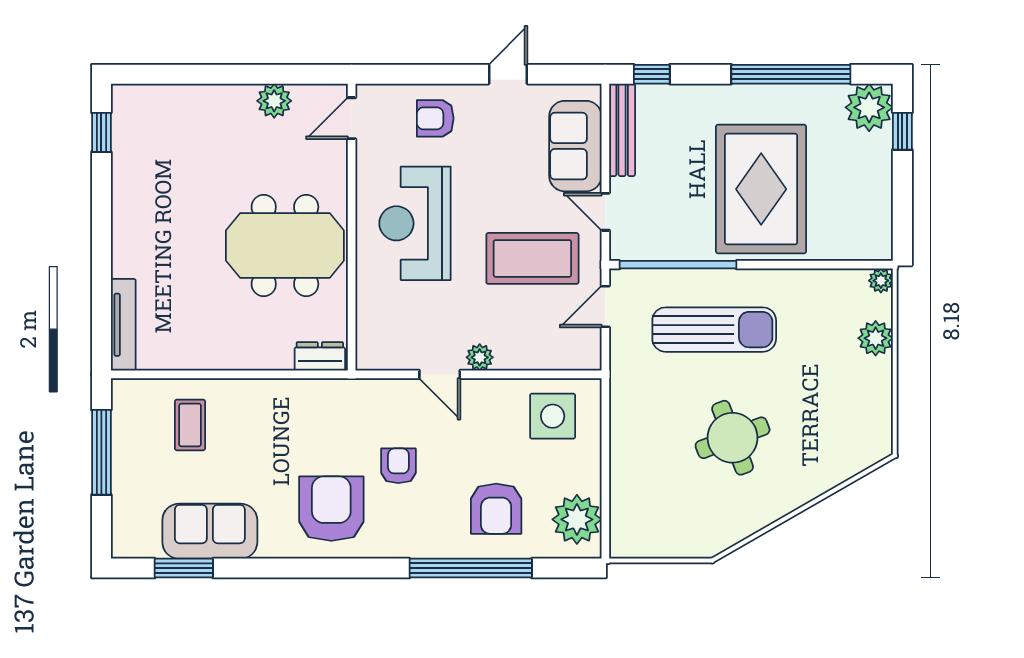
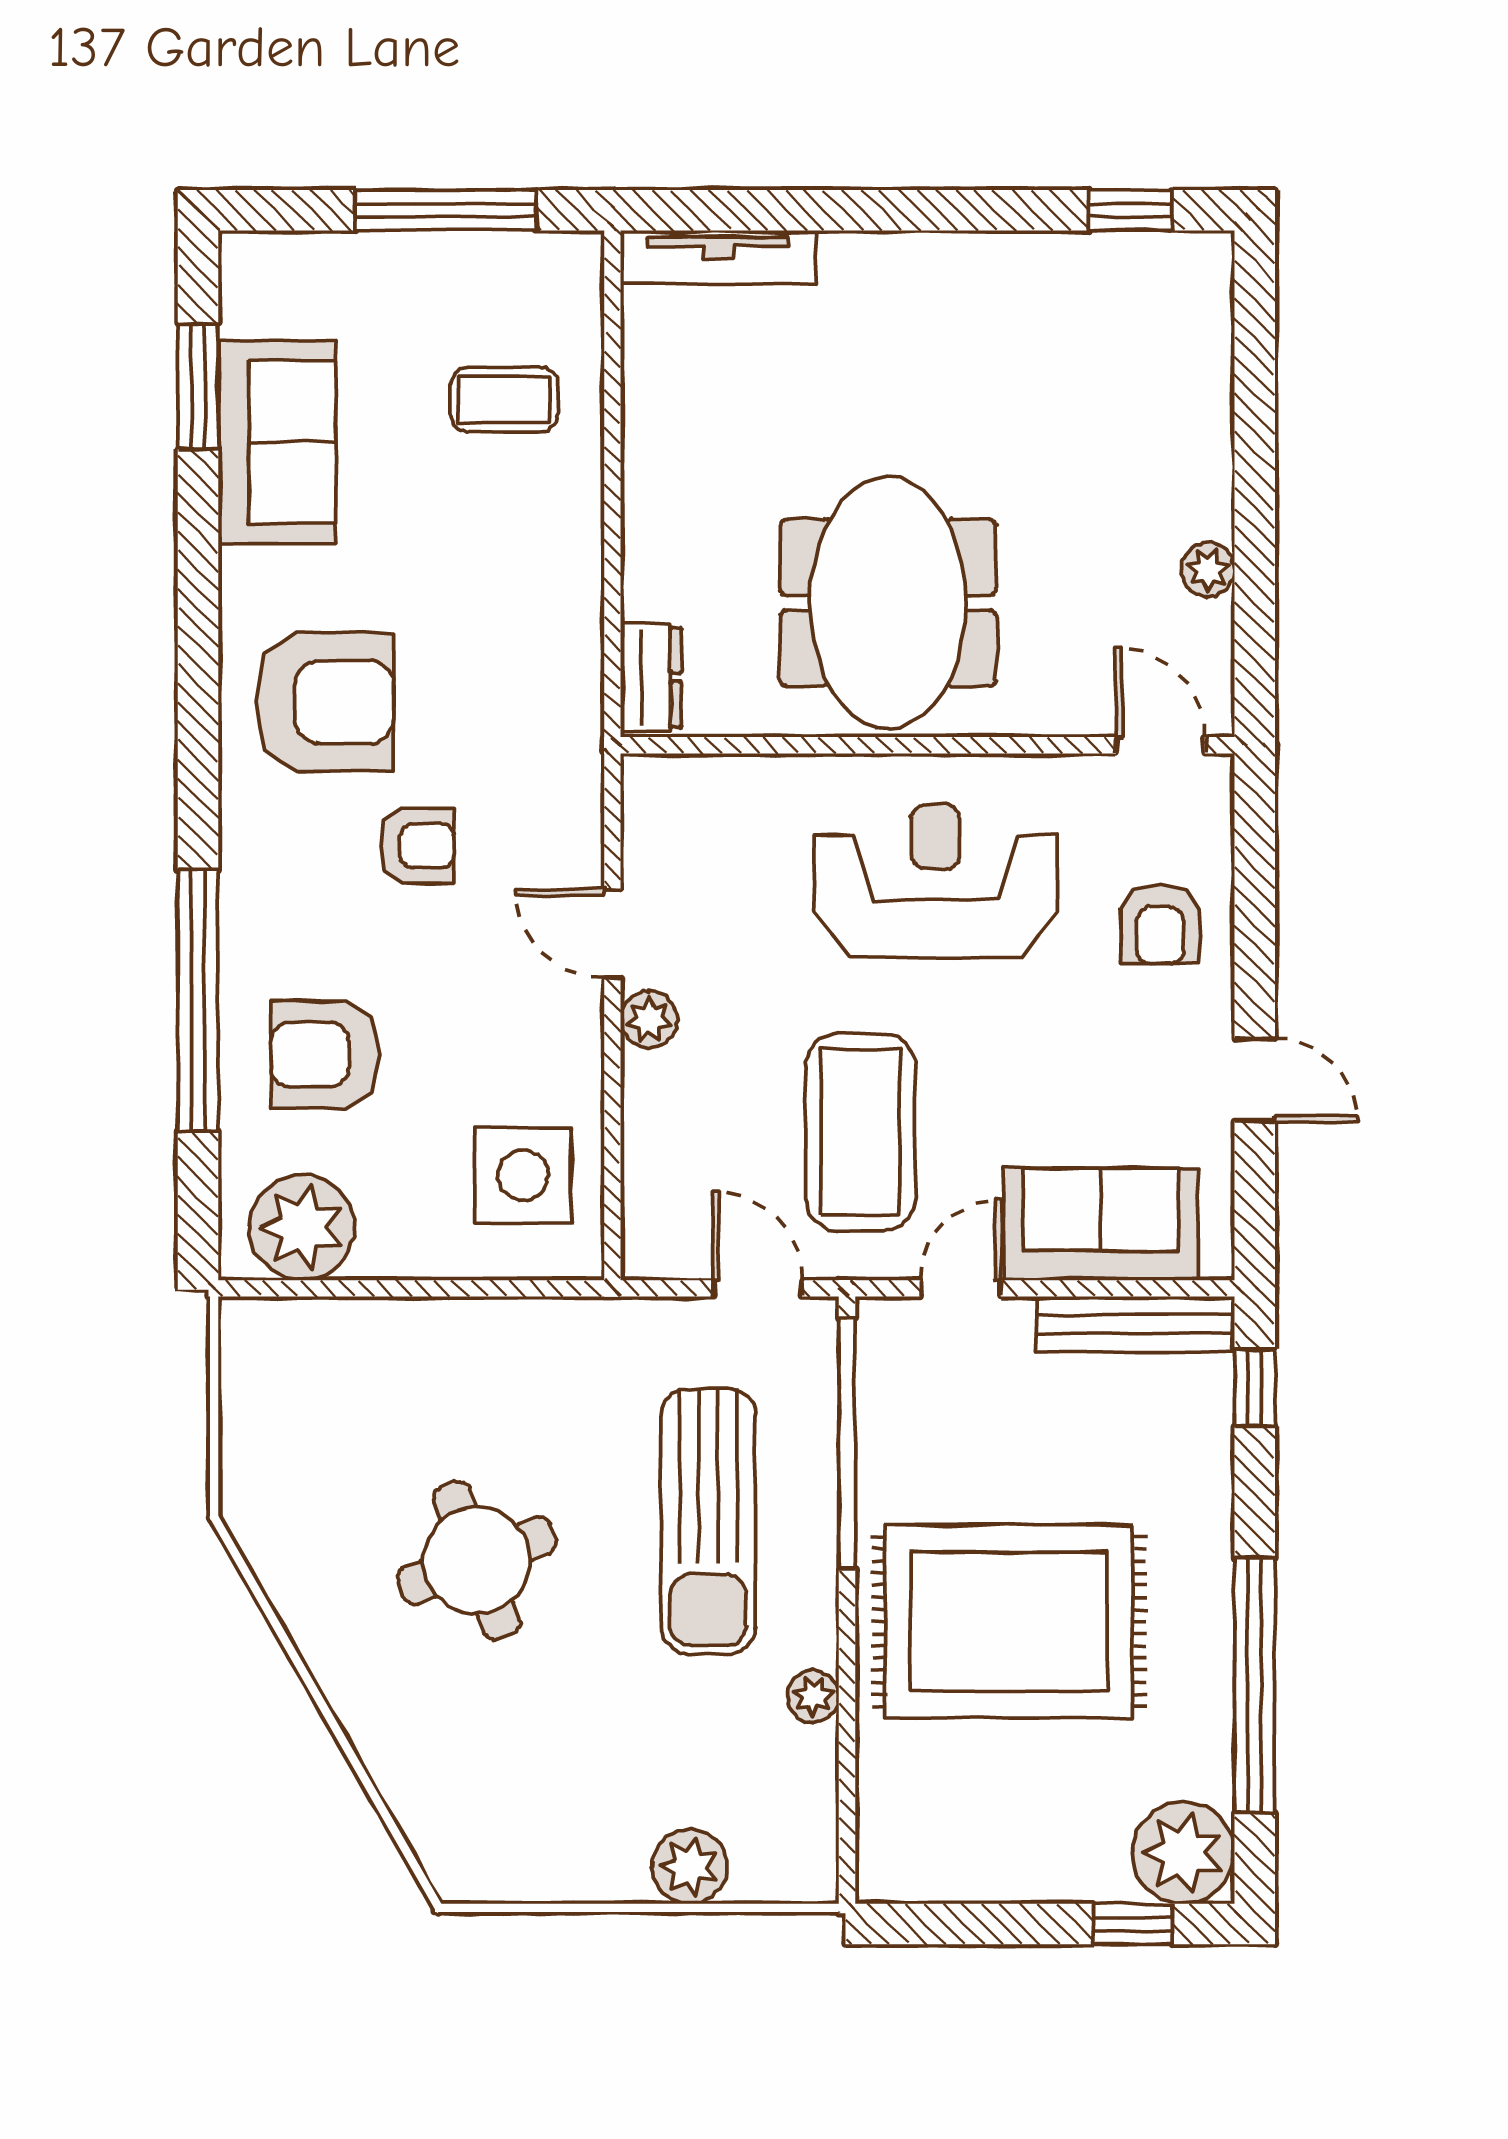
plant: (274, 101) -> (1208, 570), width x0.73, depth x0.73
armchair: (435, 118) -> (1160, 924), turned 180
plant: (881, 281) -> (813, 1696), moved
door: (440, 374) -> (612, 934), hinge flipped

